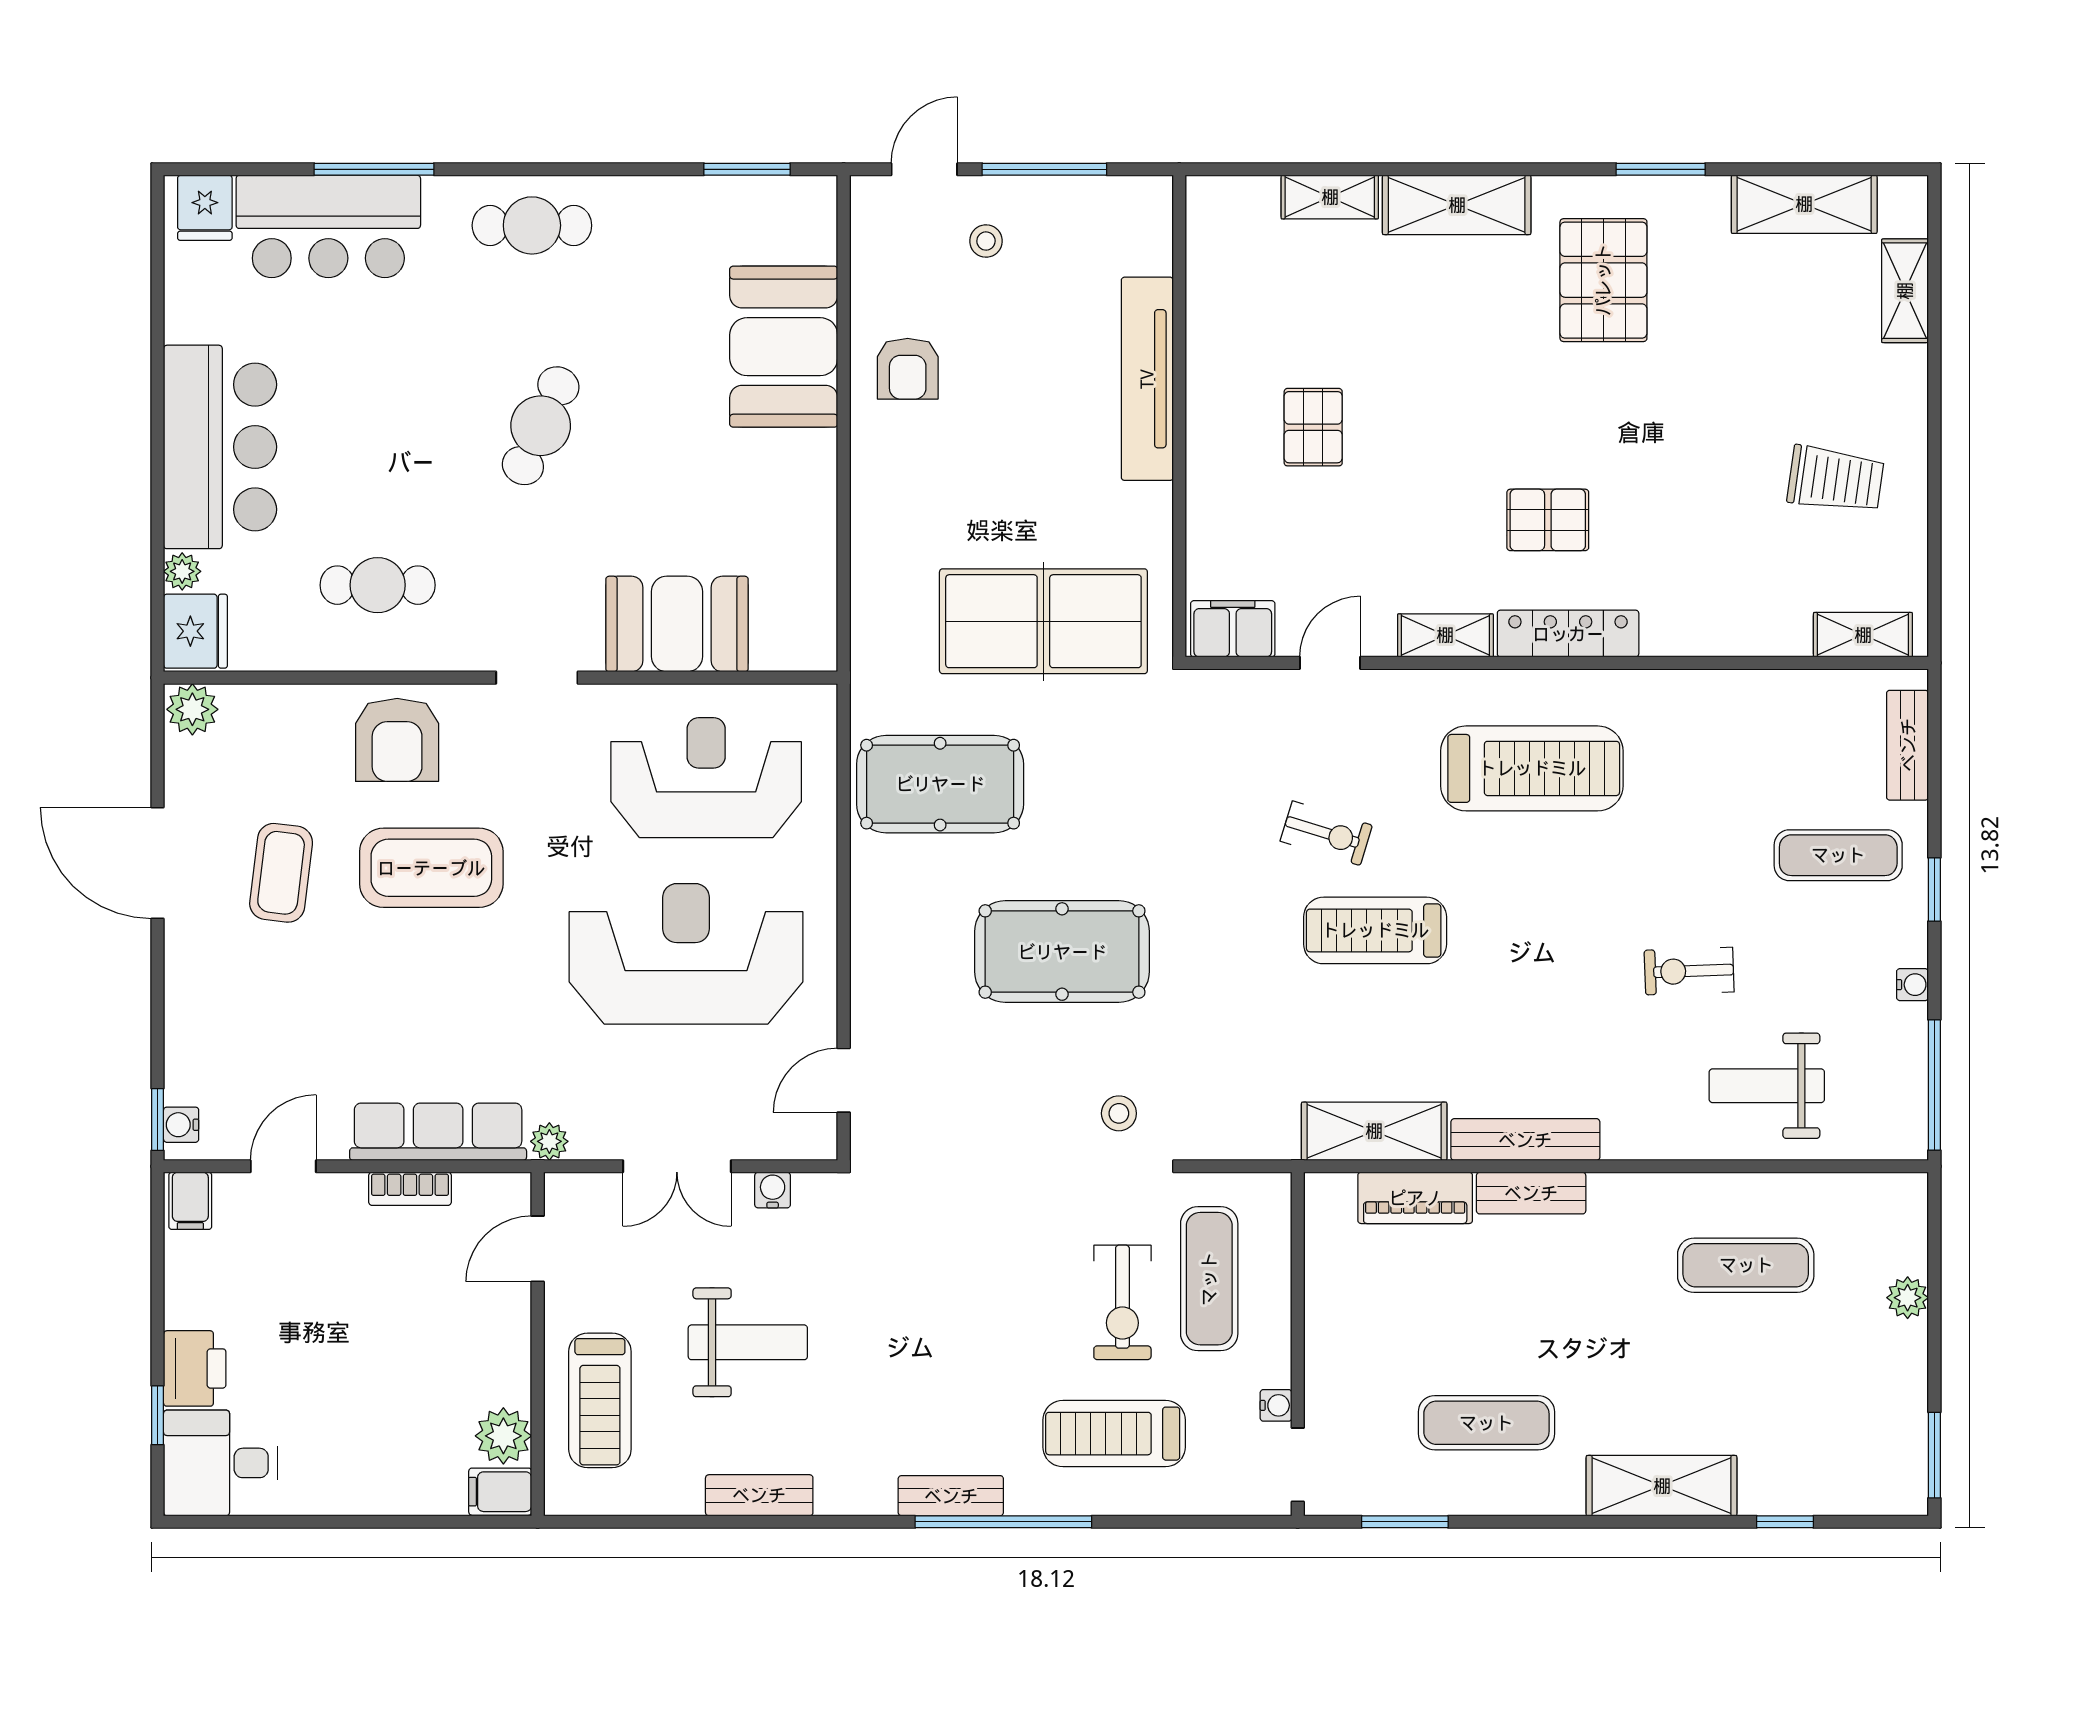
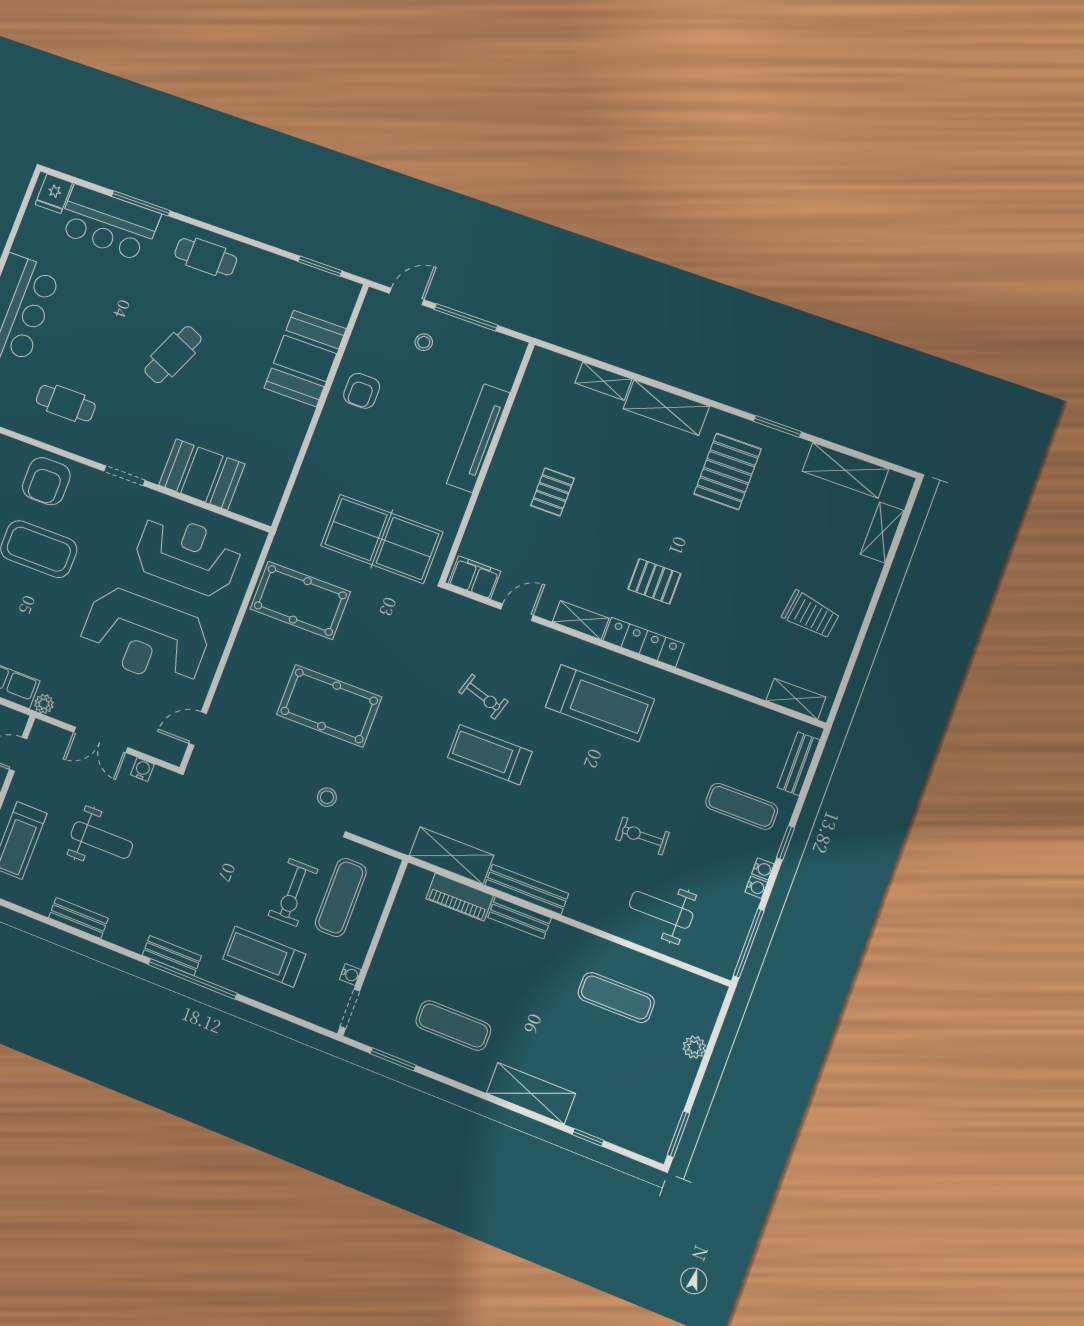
water cooler: (1913, 949) -> (763, 869), added
reception desk: (686, 954) -> (145, 637), turned 180

